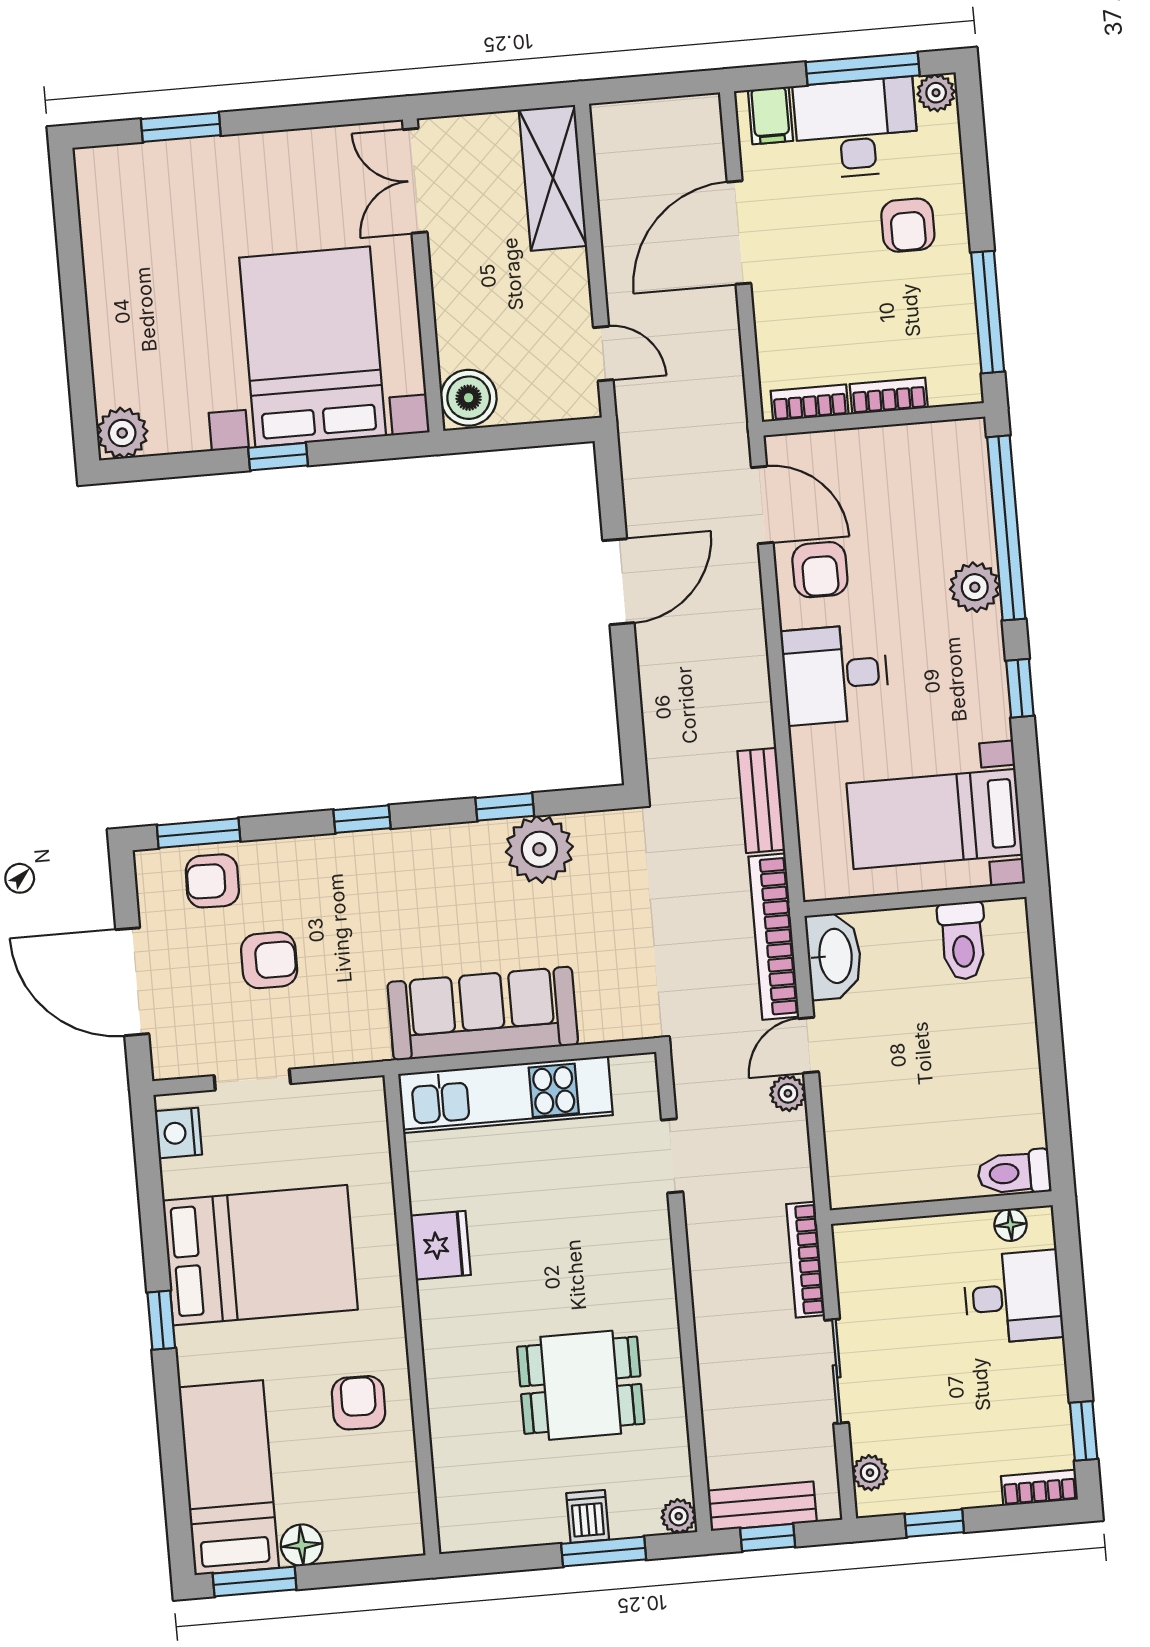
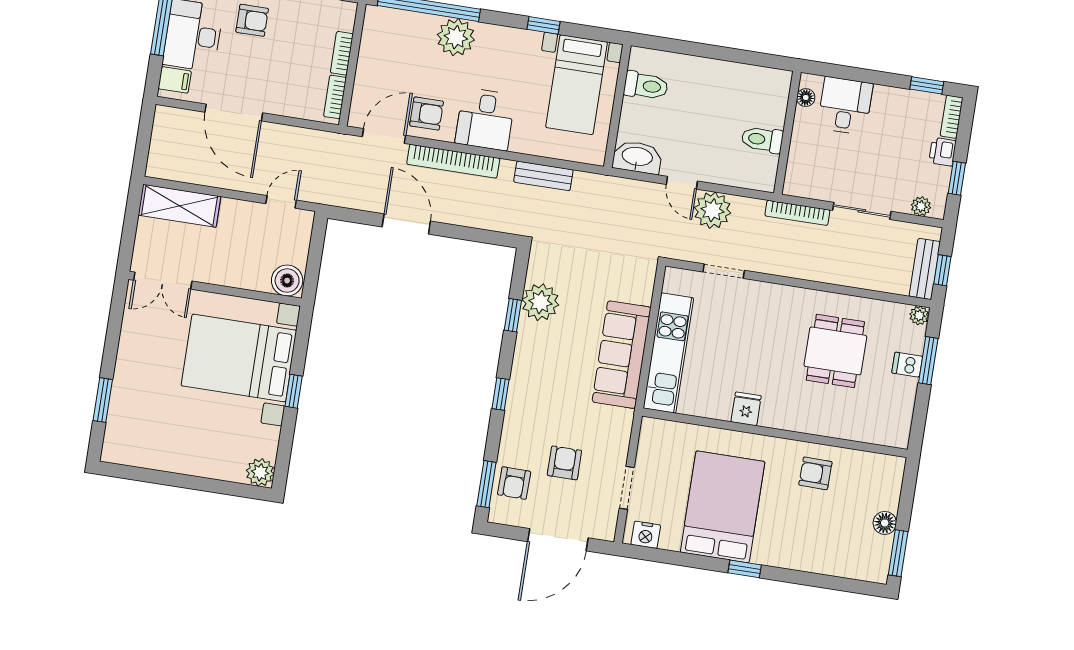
plant: (975, 587) -> (456, 37), width x1.36, depth x1.36
window: (1020, 688) -> (543, 25), moved
bookcase: (774, 937) -> (453, 161), moved
plant: (788, 1093) -> (712, 210), width x1.88, depth x1.88
toilet: (1014, 1173) -> (762, 140), moved, turned 90
fridge: (441, 1245) -> (746, 409), width x0.72
bed: (229, 1478) -> (839, 553), removed
printer: (974, 1487) -> (942, 152), added

